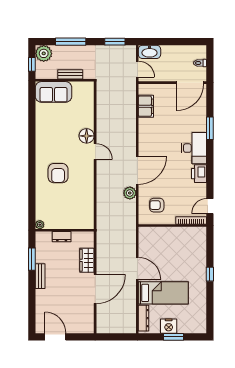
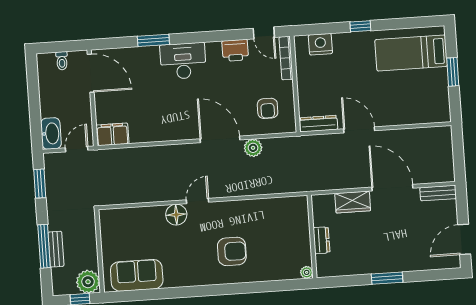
plant: (44, 53) -> (88, 282), moved
bench: (70, 74) -> (56, 249), moved
sofa: (54, 92) -> (137, 275), moved, turned -90
filing cabinet: (146, 106) -> (112, 134), moved
printer: (199, 174) -> (235, 50), moved
window: (32, 259) -> (387, 278), moved
door: (137, 268) -> (359, 130), hinge flipped
bench: (40, 276) -> (438, 193), moved
bed: (163, 293) -> (411, 53), moved, turned -90
dresser: (144, 318) -> (319, 124), moved
nightstand: (169, 326) -> (320, 44), moved, turned -90

